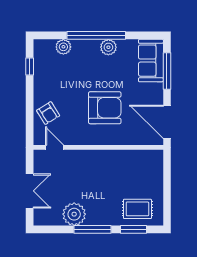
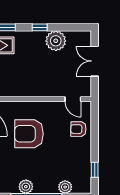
armchair: (48, 113) -> (78, 129), turned -57
window: (93, 229) -> (40, 27), width x0.46

